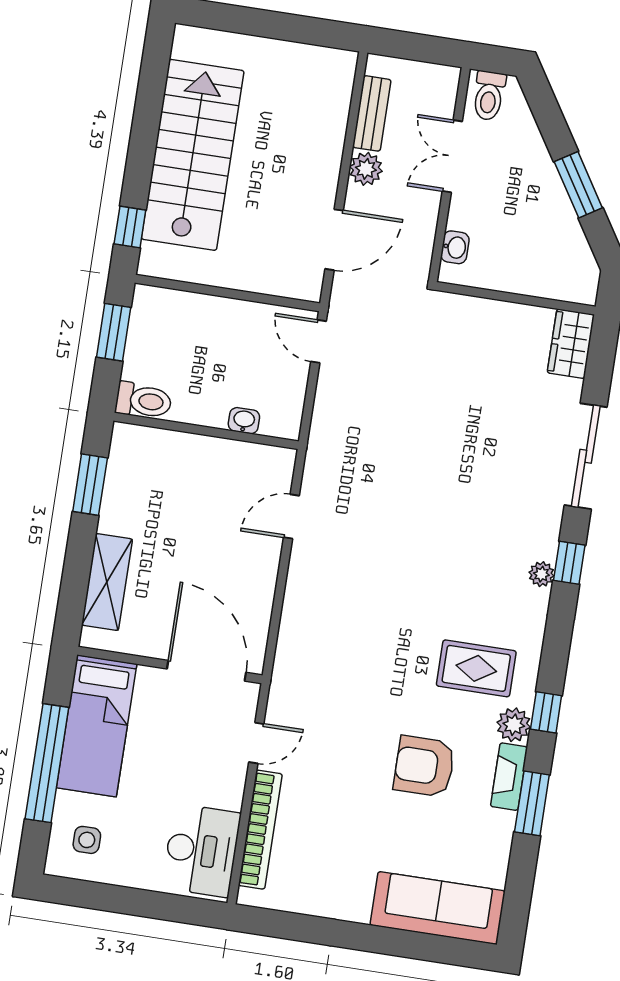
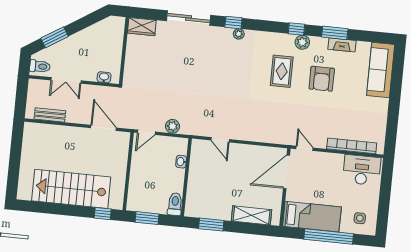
plant: (366, 169) -> (172, 126), moved
window: (578, 185) -> (55, 37), moved
rug: (476, 668) -> (282, 71), moved
door: (256, 743) -> (305, 148), moved
fireplace: (509, 777) -> (342, 45), moved

